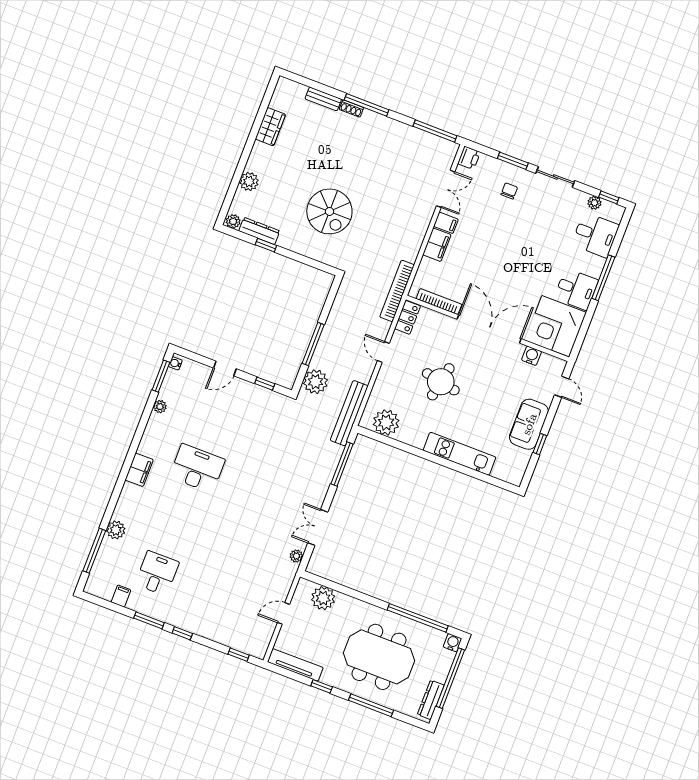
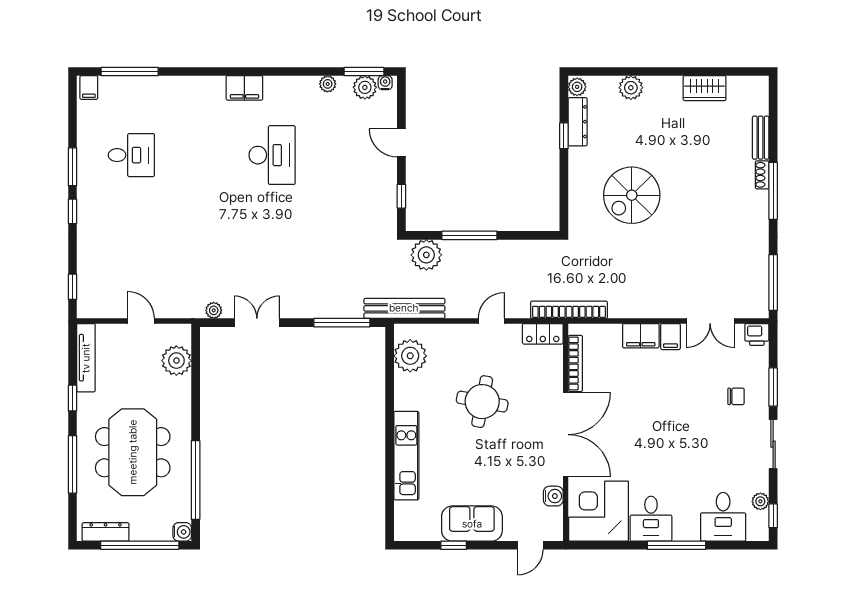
plant: (116, 530) -> (365, 87), moved
filing cabinet: (121, 596) -> (89, 88), moved, turned 90

